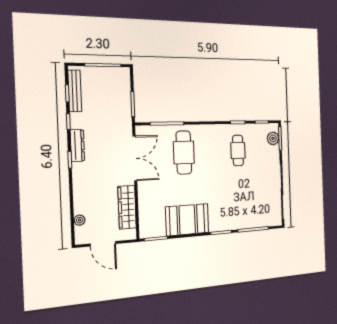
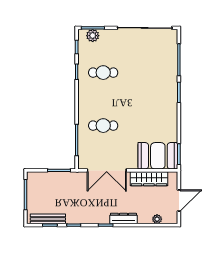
dresser: (77, 145) -> (123, 219), moved
cafe table: (184, 153) -> (103, 126), width x0.73, depth x0.74
double door: (135, 158) -> (107, 170), swing flipped
booth: (187, 220) -> (158, 156), moved, turned 90

